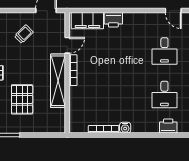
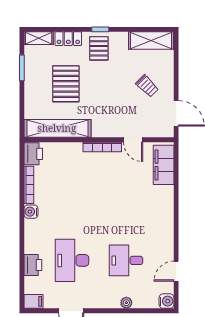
printer: (113, 20) -> (33, 154), moved, turned 180
shelving: (58, 81) -> (57, 128), moved
desk: (164, 95) -> (72, 260), width x1.37
pallet: (22, 99) -> (66, 84), turned 90

